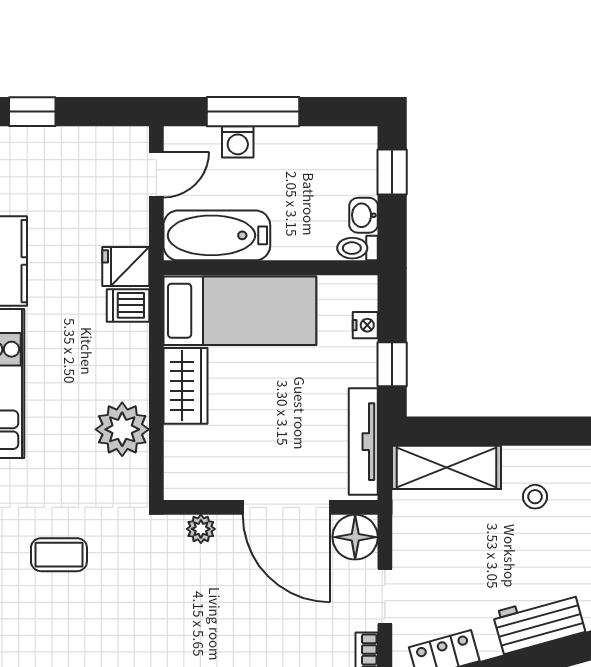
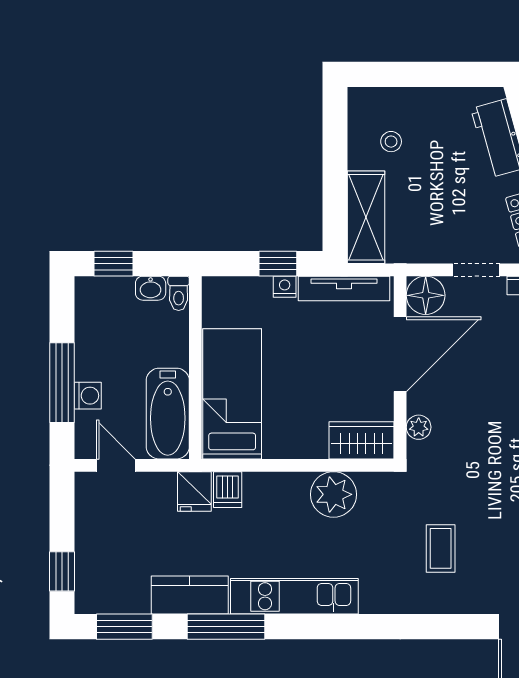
nightstand: (365, 325) -> (285, 287), moved
wardrobe: (186, 386) -> (362, 440), moved

